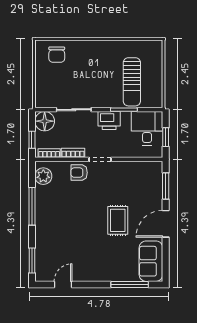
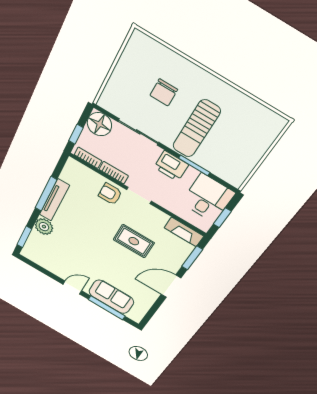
chair: (57, 55) -> (164, 92), moved
sun lounger: (132, 82) -> (196, 129), moved
fireplace: (147, 168) -> (184, 232), added
plant: (43, 176) -> (44, 227), moved
tv unit: (41, 207) -> (54, 200), added
rug: (118, 220) -> (134, 241), moved, turned 90
sofa: (151, 261) -> (111, 297), moved, turned 90
door: (63, 284) -> (72, 288), moved

